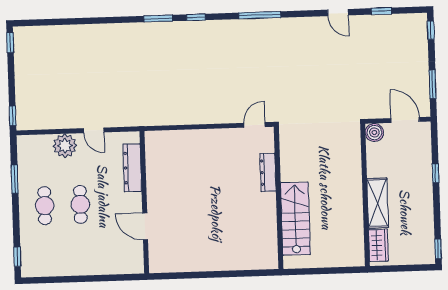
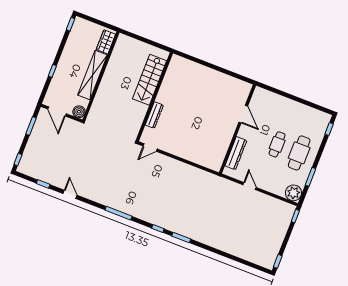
plant: (65, 146) -> (293, 193), moved
shelving: (378, 203) -> (93, 75), width x1.47
cafe table: (45, 206) -> (299, 153), width x1.37, depth x1.35

